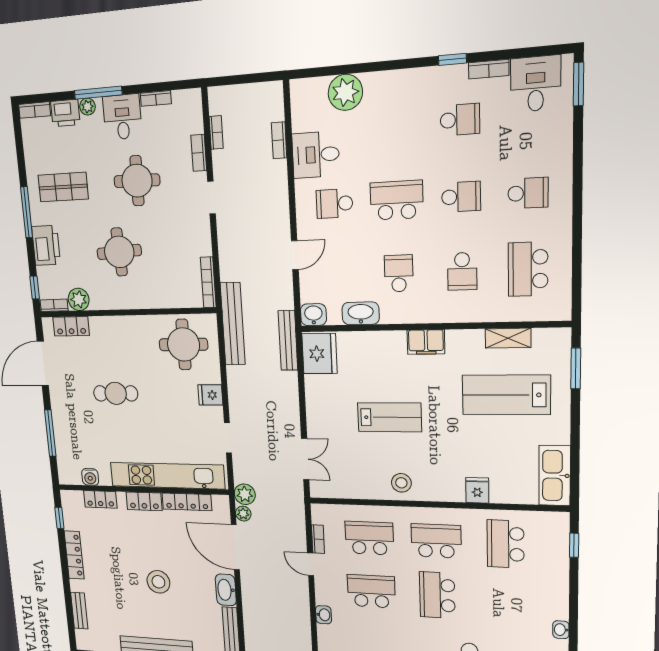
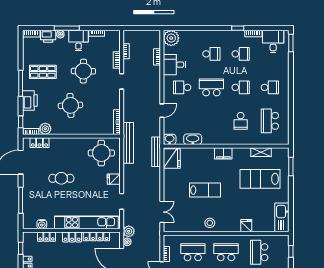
plant: (345, 92) -> (171, 38), moved
school desk: (399, 273) -> (211, 54), moved, turned 90

